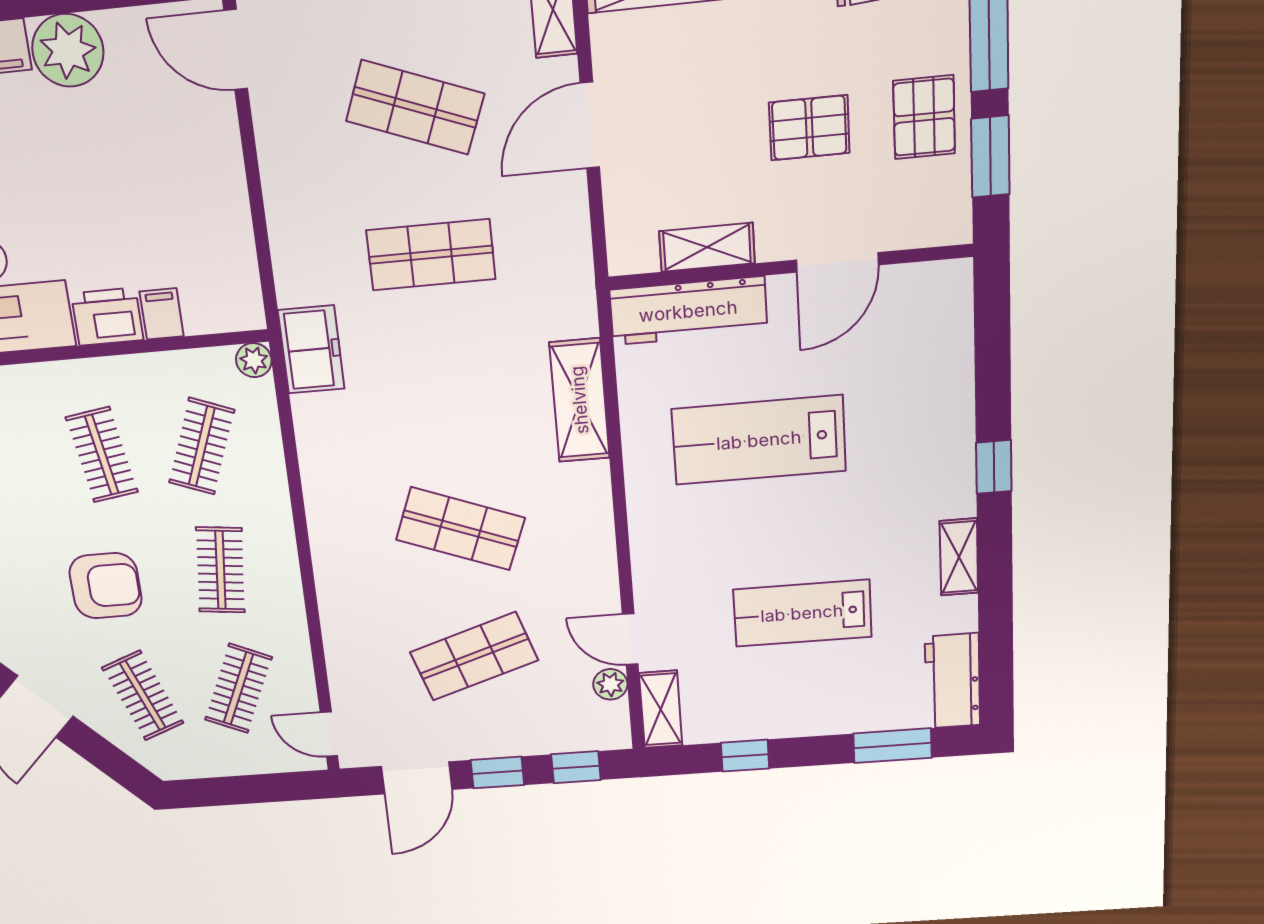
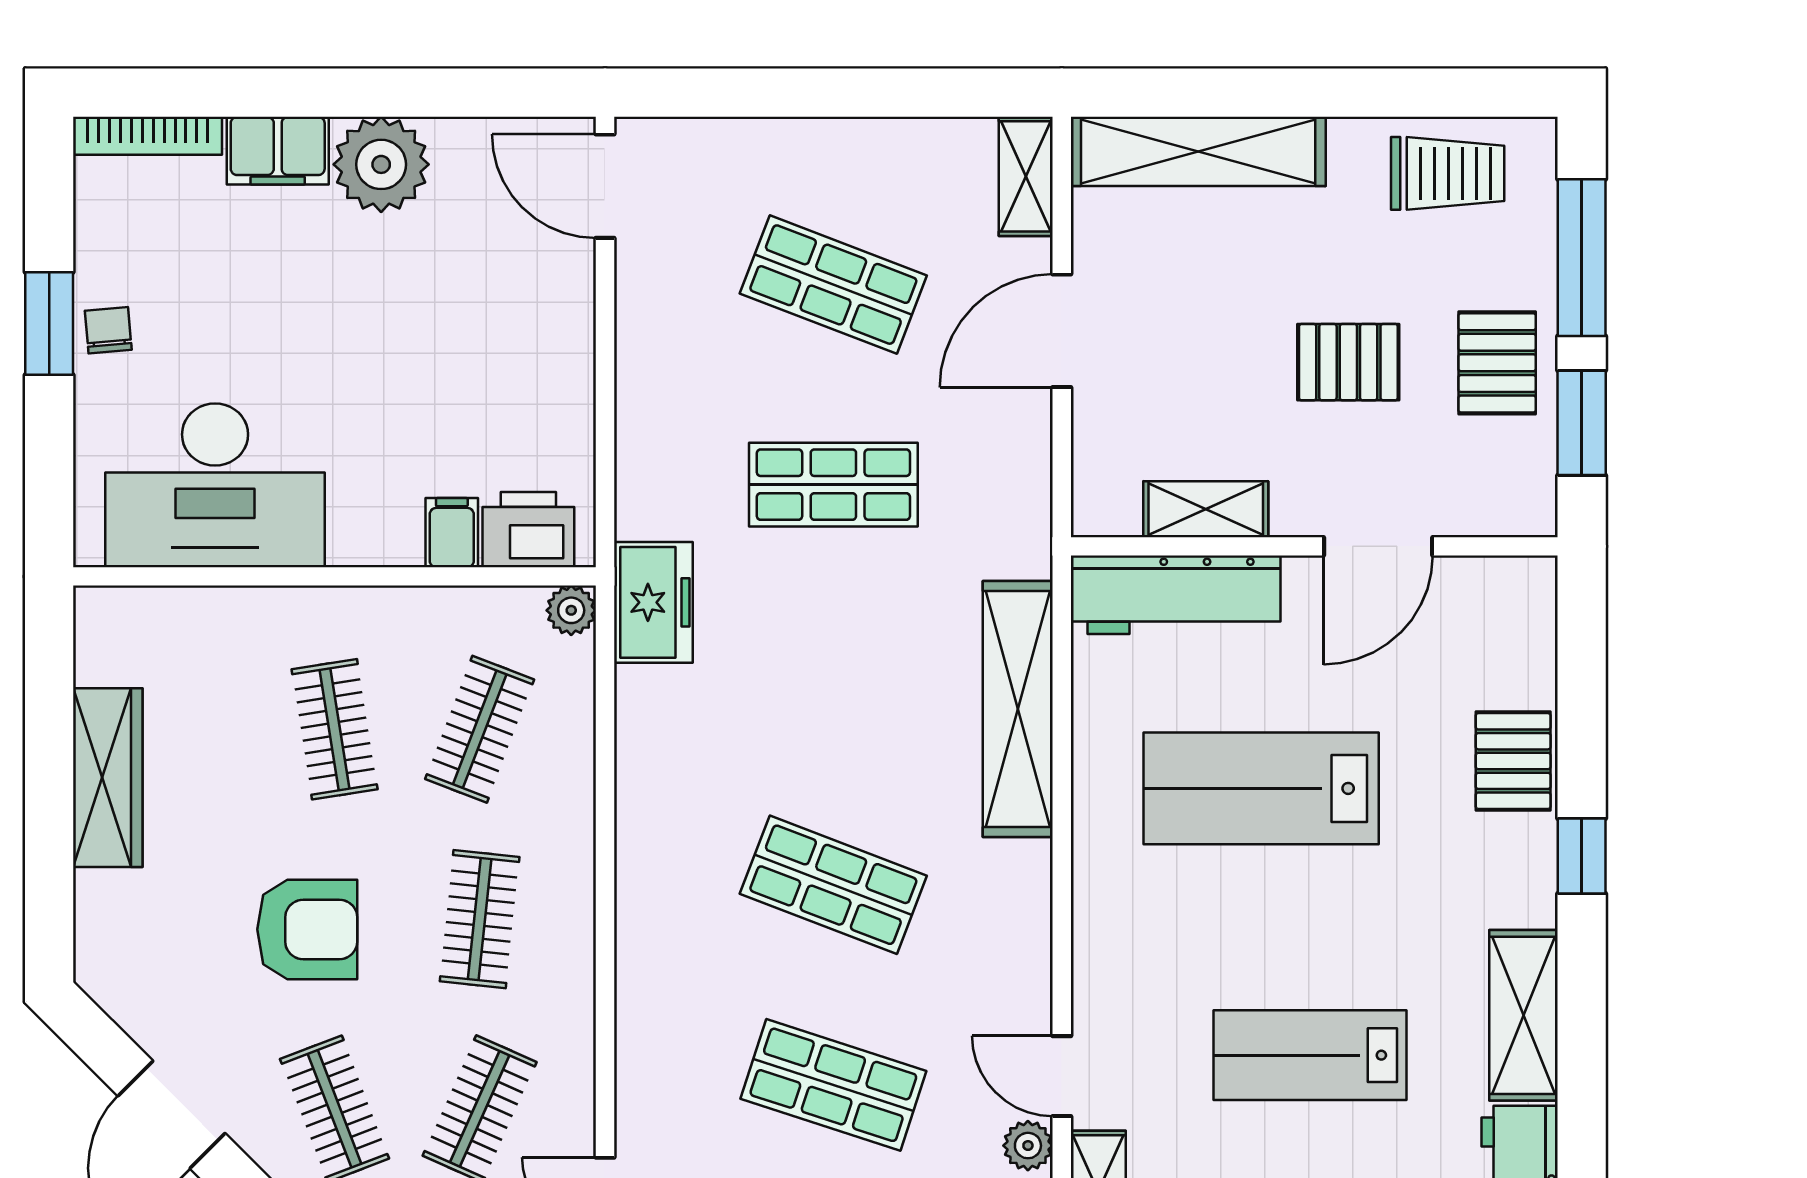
printer: (107, 317) -> (528, 530), moved
shelving: (579, 400) -> (1018, 709), width x1.47
pallet: (942, 406) -> (1513, 761), added
shelving: (959, 557) -> (1523, 1015), width x1.50, depth x1.33
shop shelf: (474, 656) -> (833, 1085), turned 36

